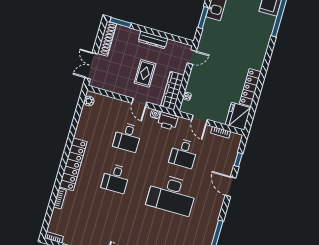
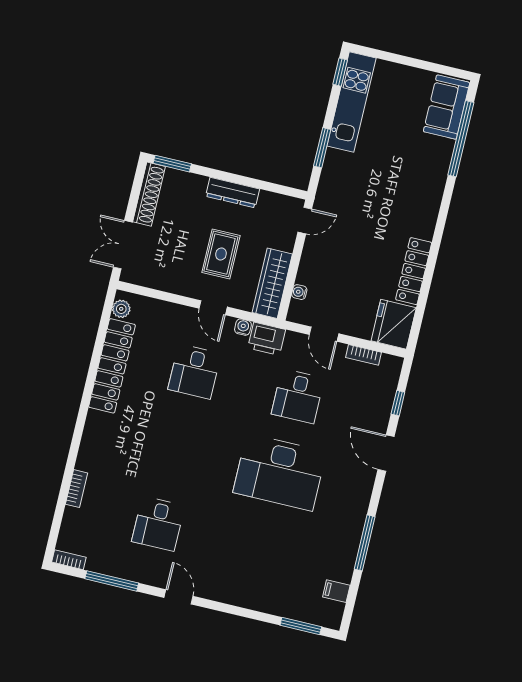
locker: (73, 164) -> (112, 366), moved
desk: (116, 178) -> (158, 524), moved

